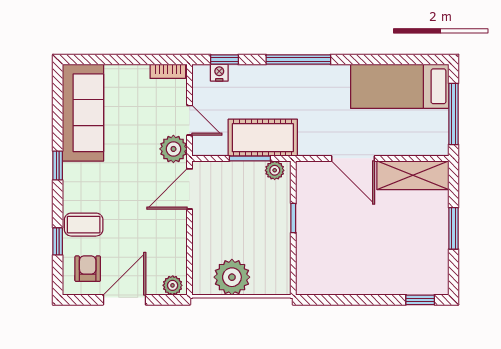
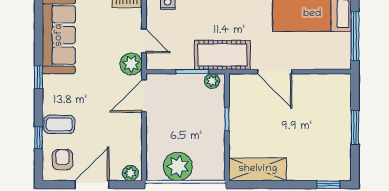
cot: (263, 138) -> (222, 55), moved
shelving: (413, 175) -> (258, 169), moved

